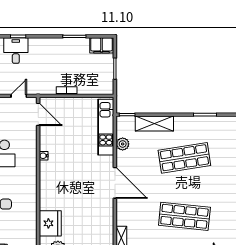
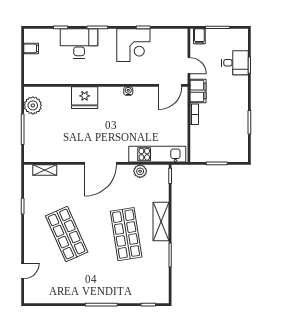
filing cabinet: (101, 45) -> (198, 91), moved, turned 180
shelving: (154, 123) -> (161, 221), moved
shop shelf: (184, 216) -> (67, 234), turned -30
fridge: (50, 223) -> (85, 98), moved

